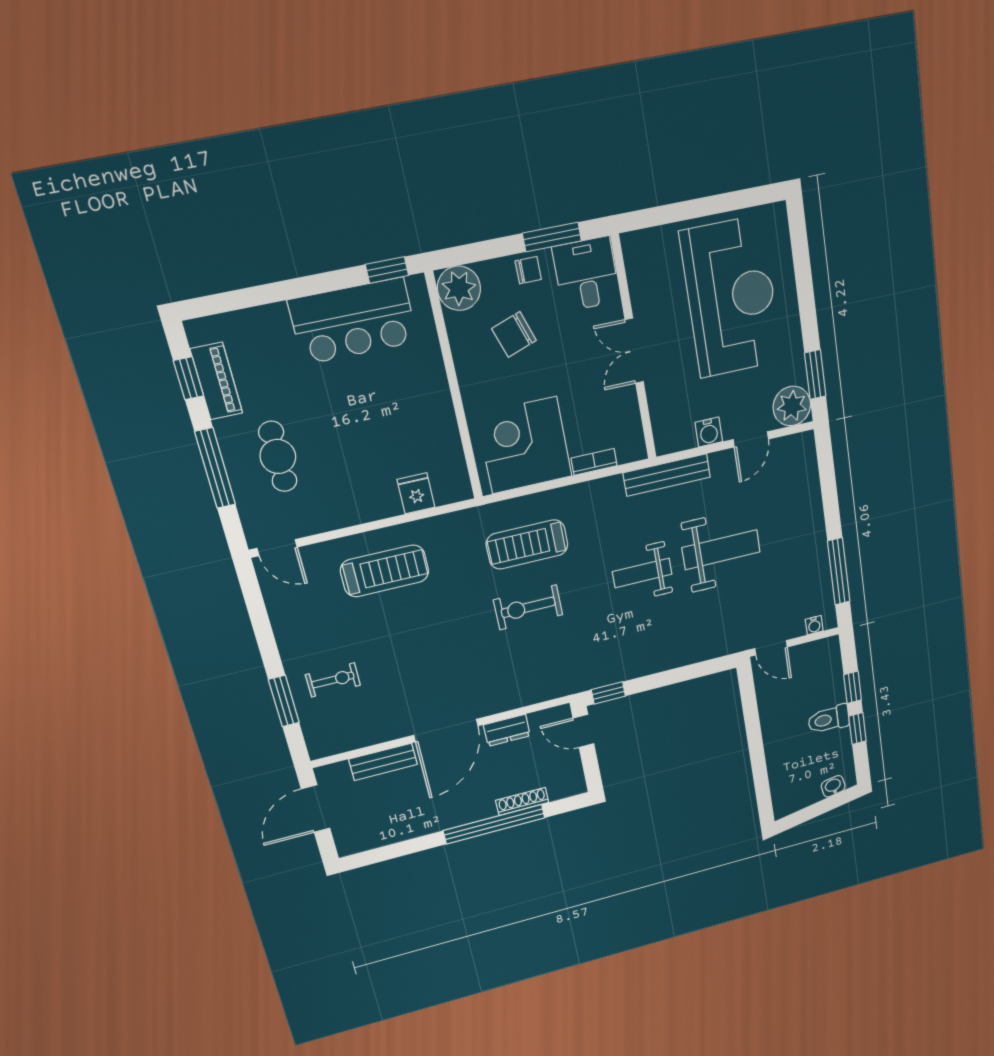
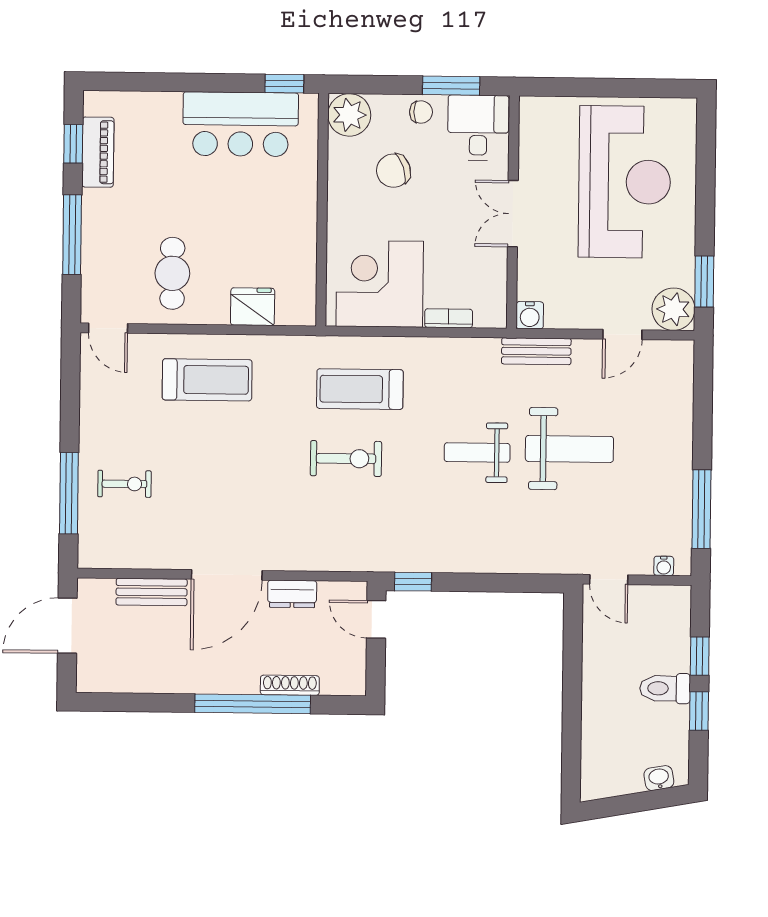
water cooler: (709, 432) -> (530, 315), moved
cafe table: (278, 456) -> (172, 273), moved
bench: (667, 475) -> (536, 351), width x0.73
fridge: (416, 493) -> (253, 307), width x1.38
exercise bike: (528, 607) -> (346, 459), turned 180
window: (284, 701) -> (69, 493), width x1.44

